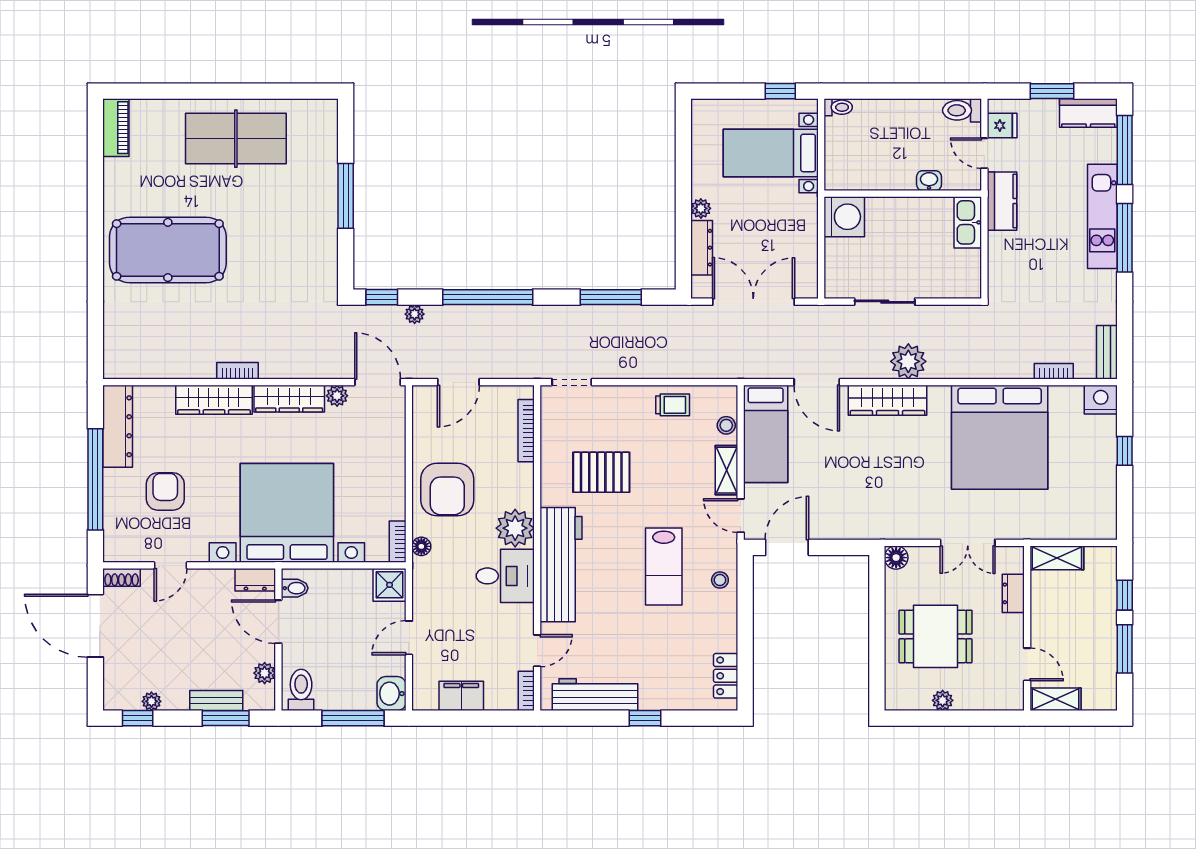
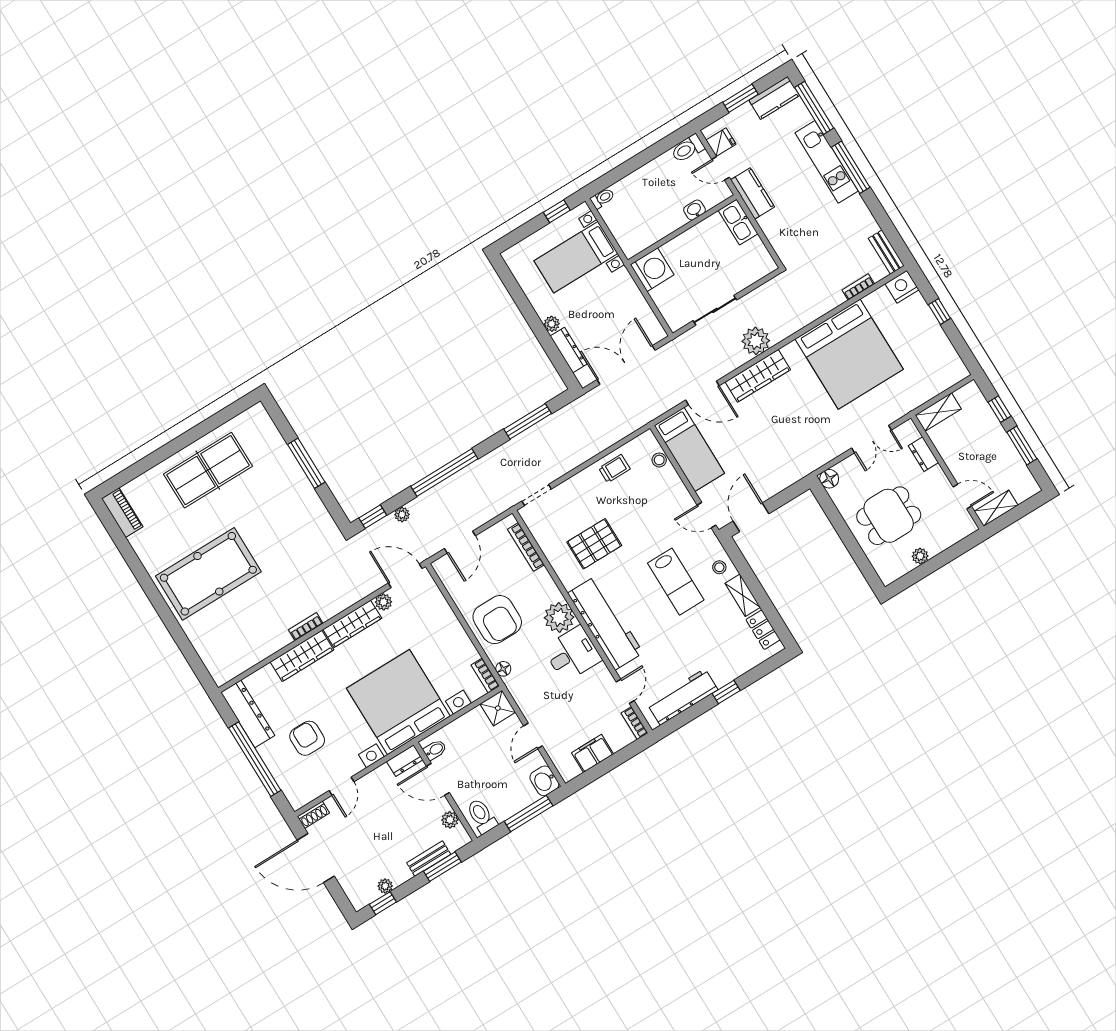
shelving: (726, 470) -> (743, 595), moved

